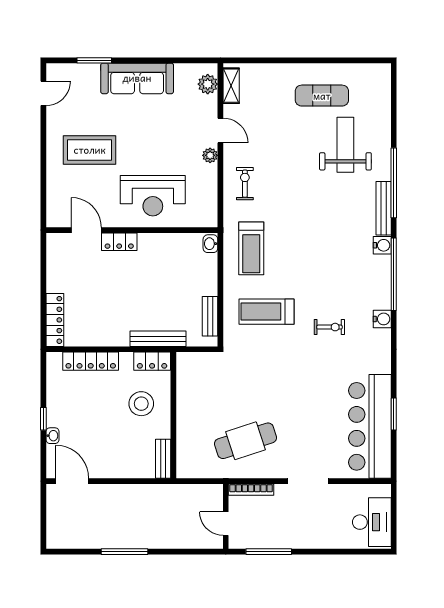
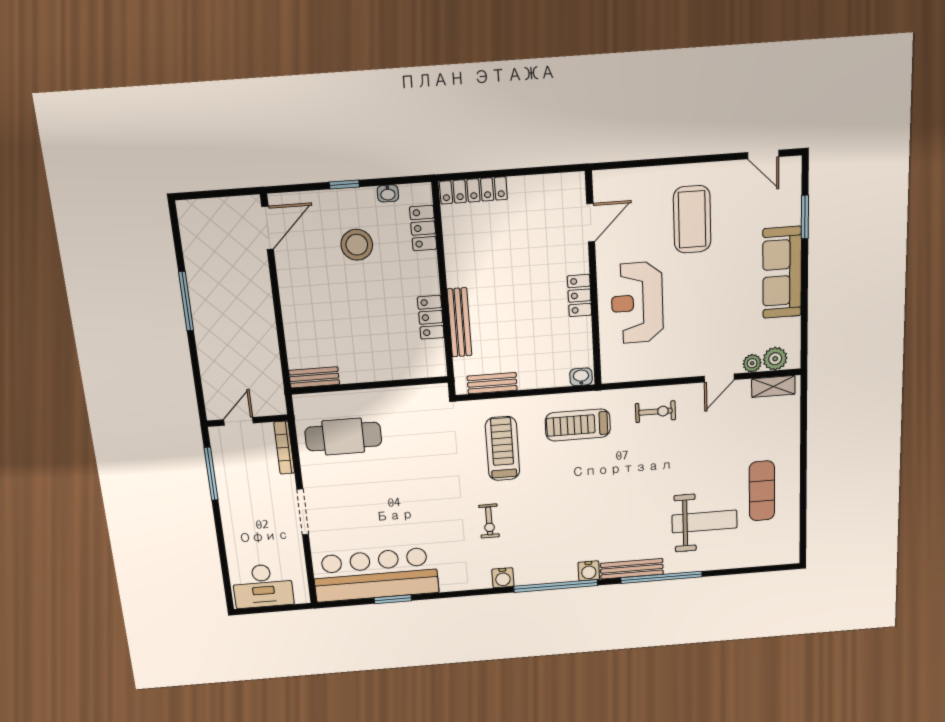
plant: (210, 155) -> (752, 363), moved
locker: (119, 242) -> (579, 296), moved
locker: (91, 361) -> (423, 228), width x0.66
stool: (141, 404) -> (357, 245), moved
wall: (173, 415) -> (369, 385), moved
washbasin: (52, 436) -> (388, 193), moved
cafe table: (246, 441) -> (343, 437), turned -72
bench: (163, 459) -> (314, 377), moved

